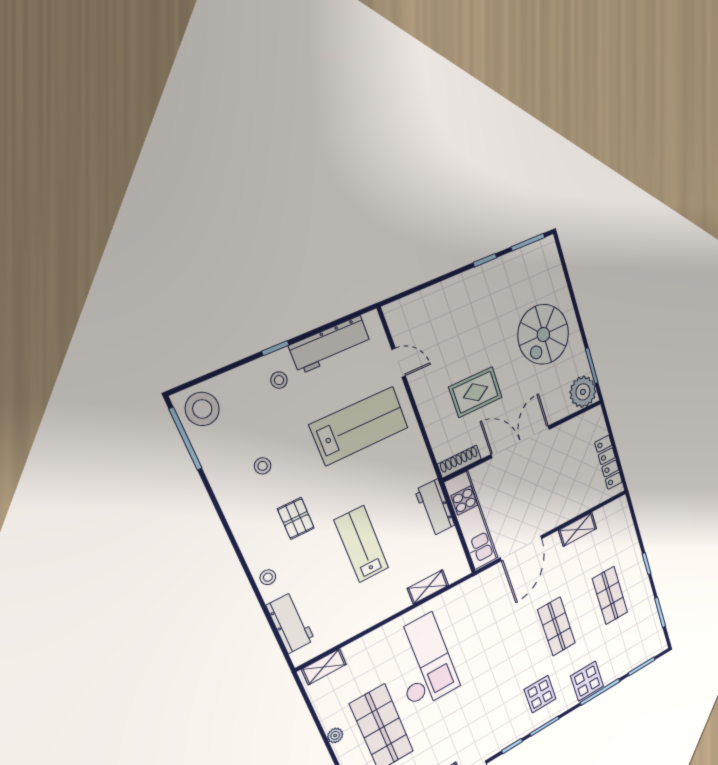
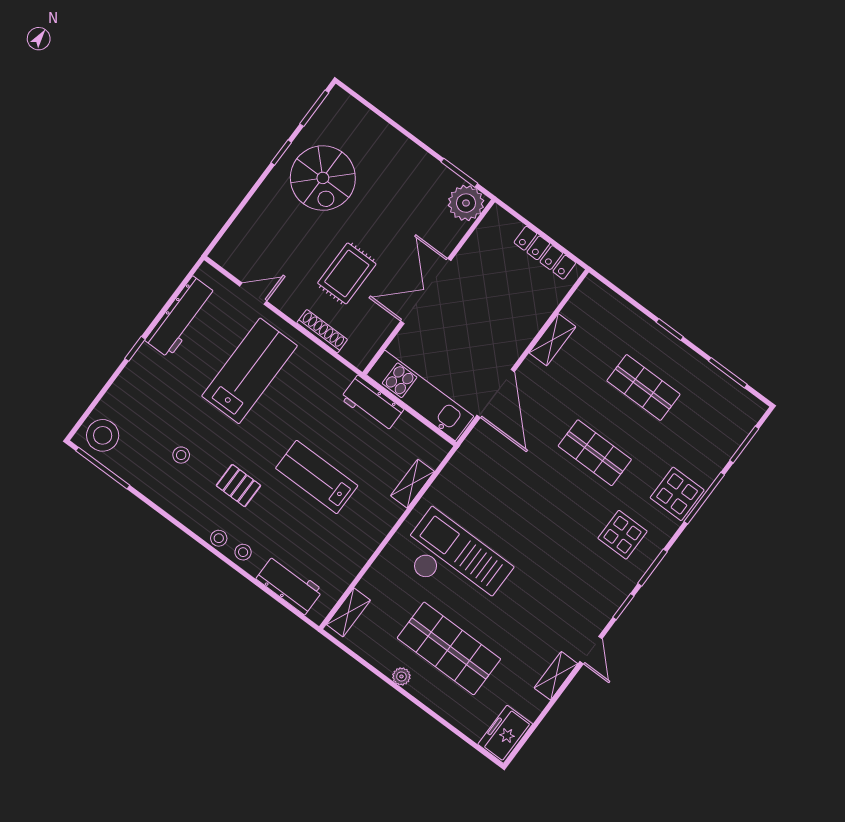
spiral stairs: (543, 334) -> (323, 178), moved
stool: (279, 380) -> (219, 538), moved
shoe rack: (459, 461) -> (322, 331), moved, turned 90

